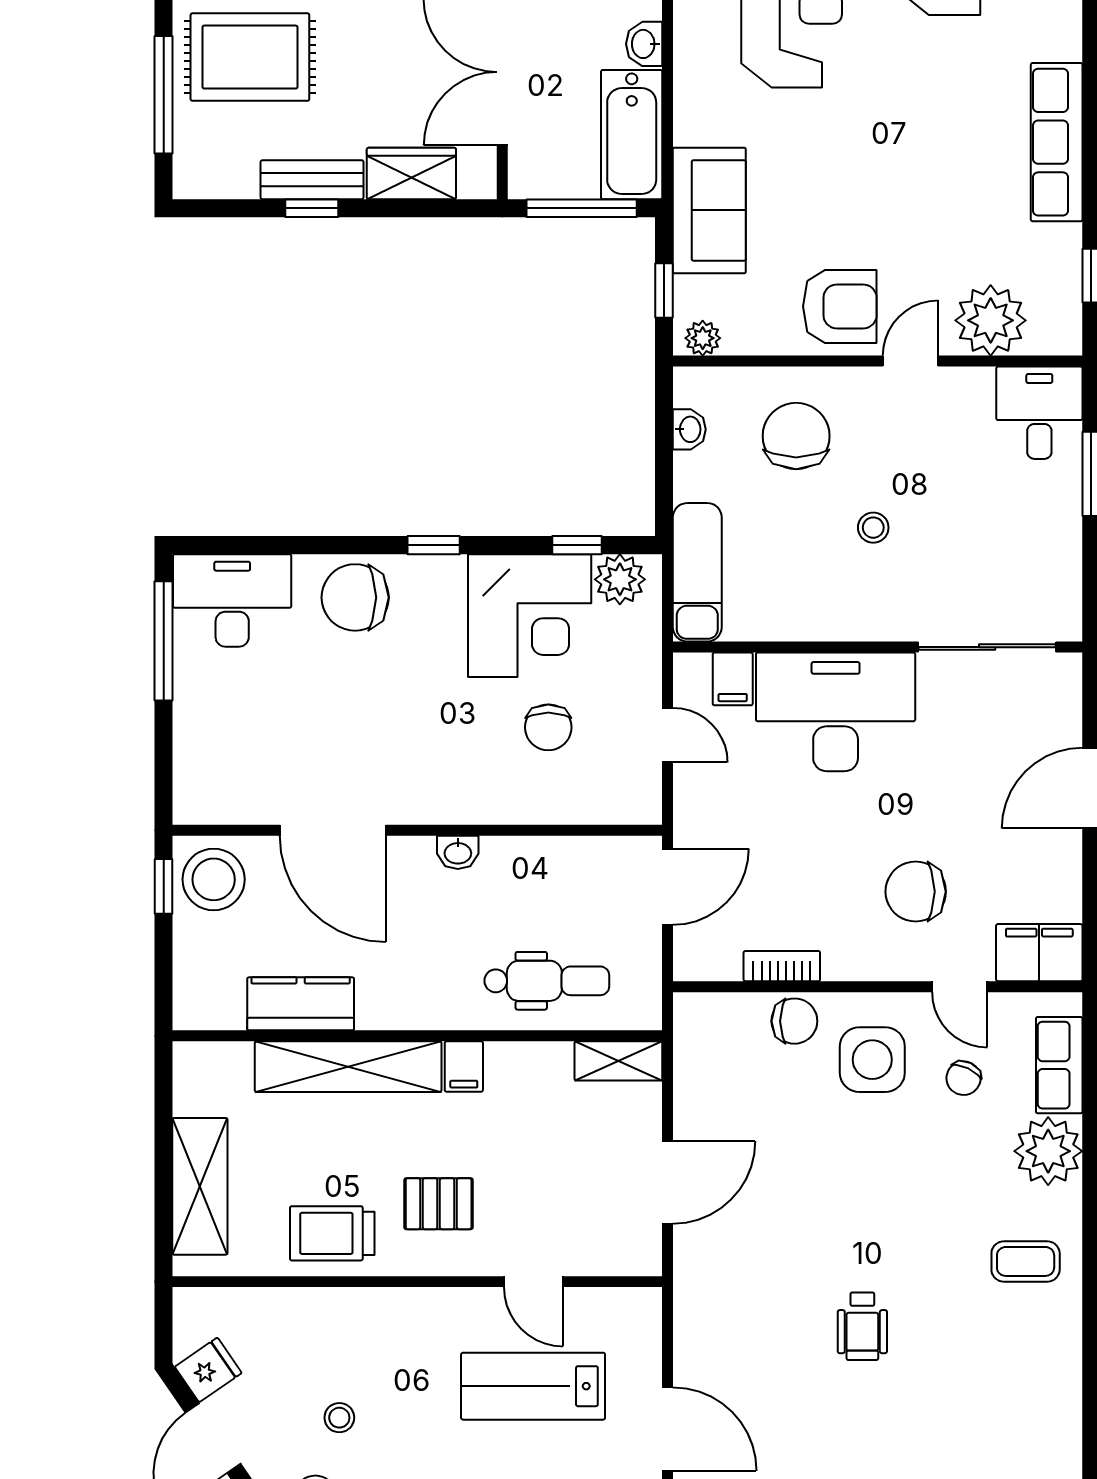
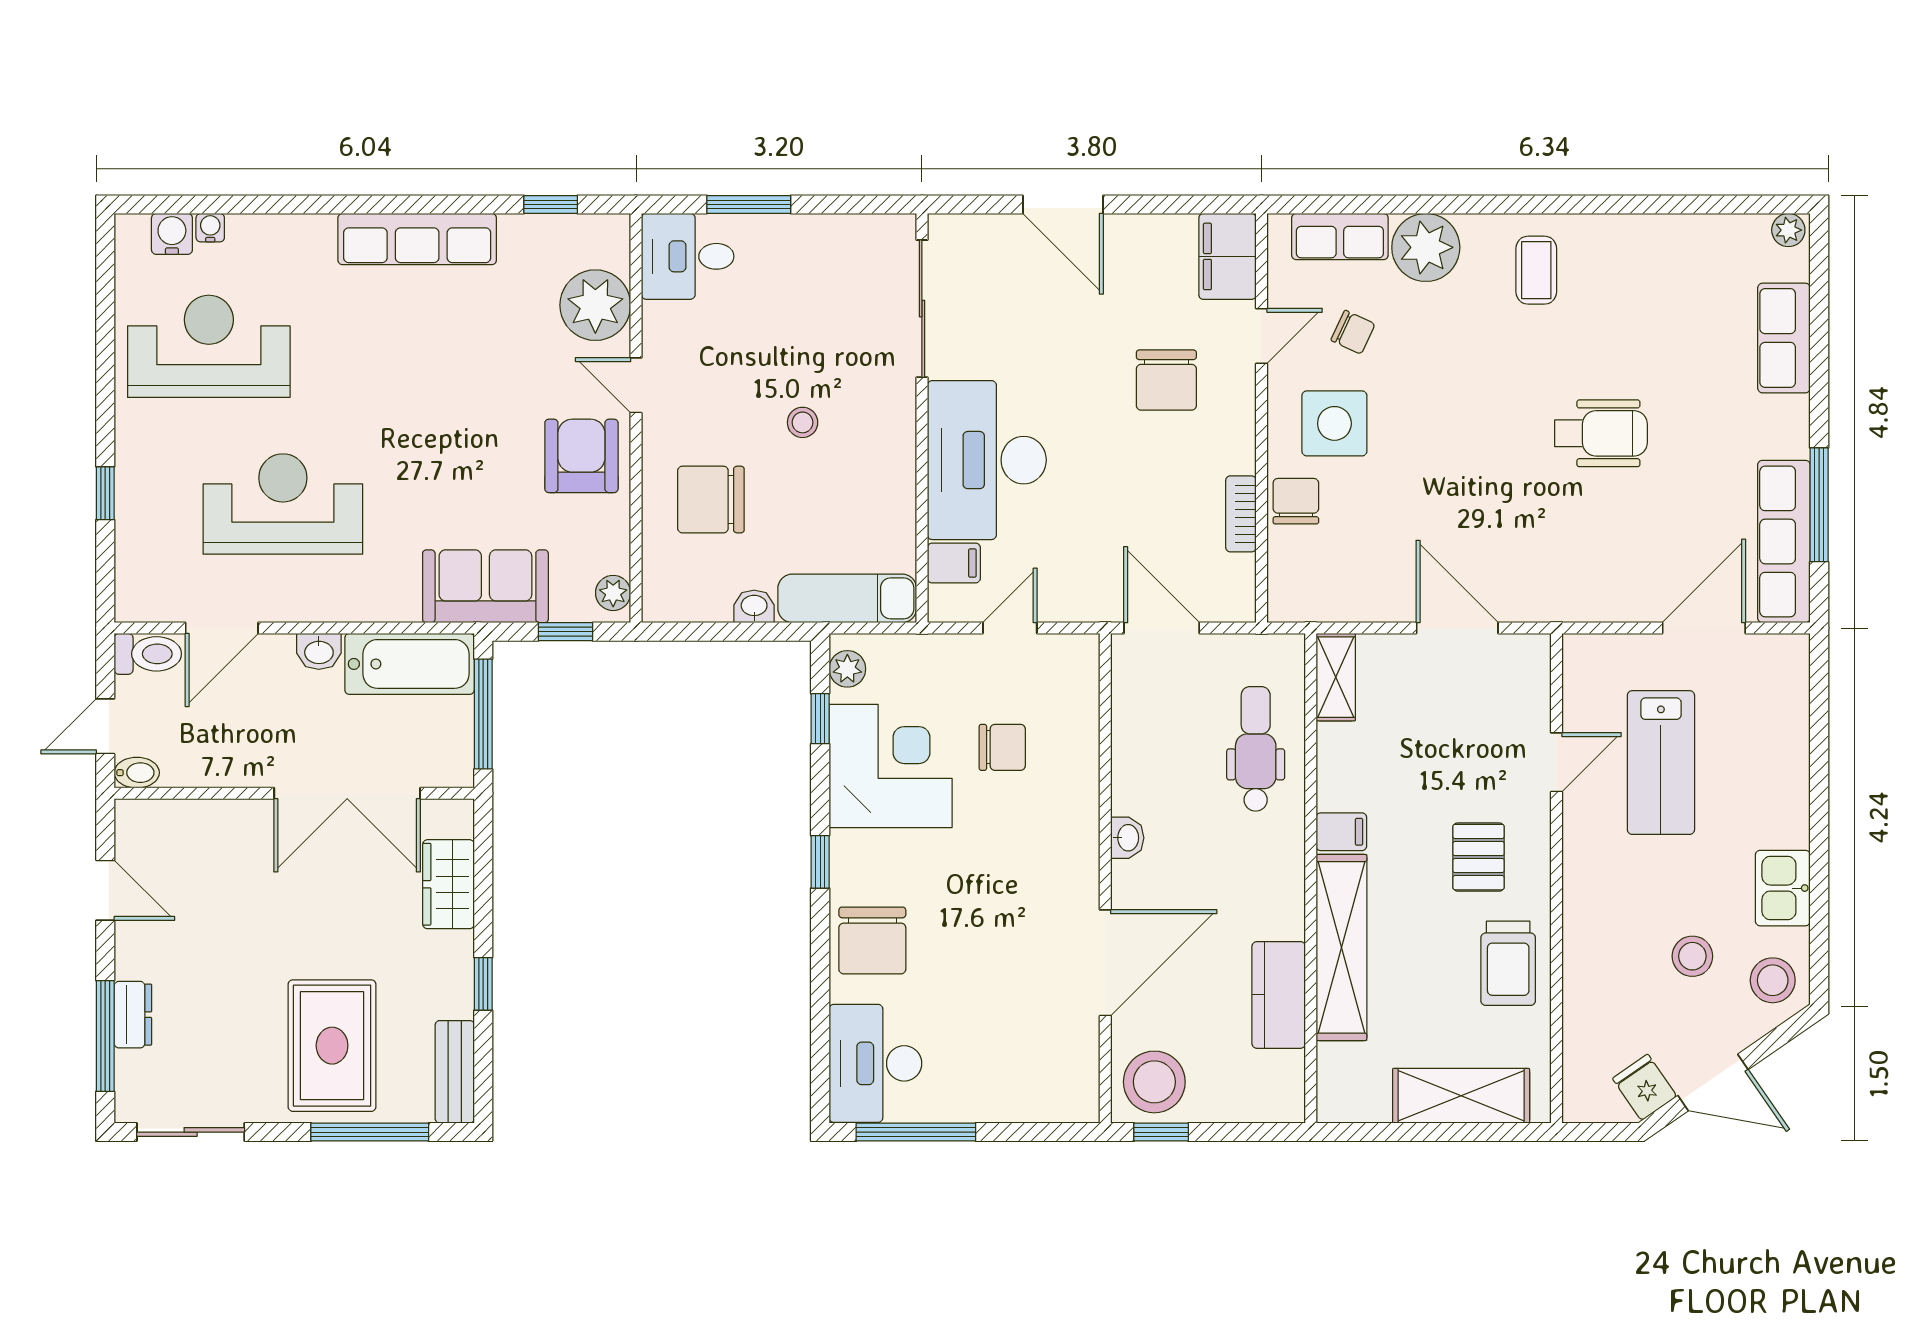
bench: (312, 180) -> (455, 1072), moved
washbasin: (689, 429) -> (754, 606), moved
plant: (620, 579) -> (847, 669), width x0.73, depth x0.73
wheelchair: (862, 1326) -> (1601, 433), width x1.36, depth x1.37
stool: (339, 1418) -> (1692, 956), width x1.37, depth x1.37

